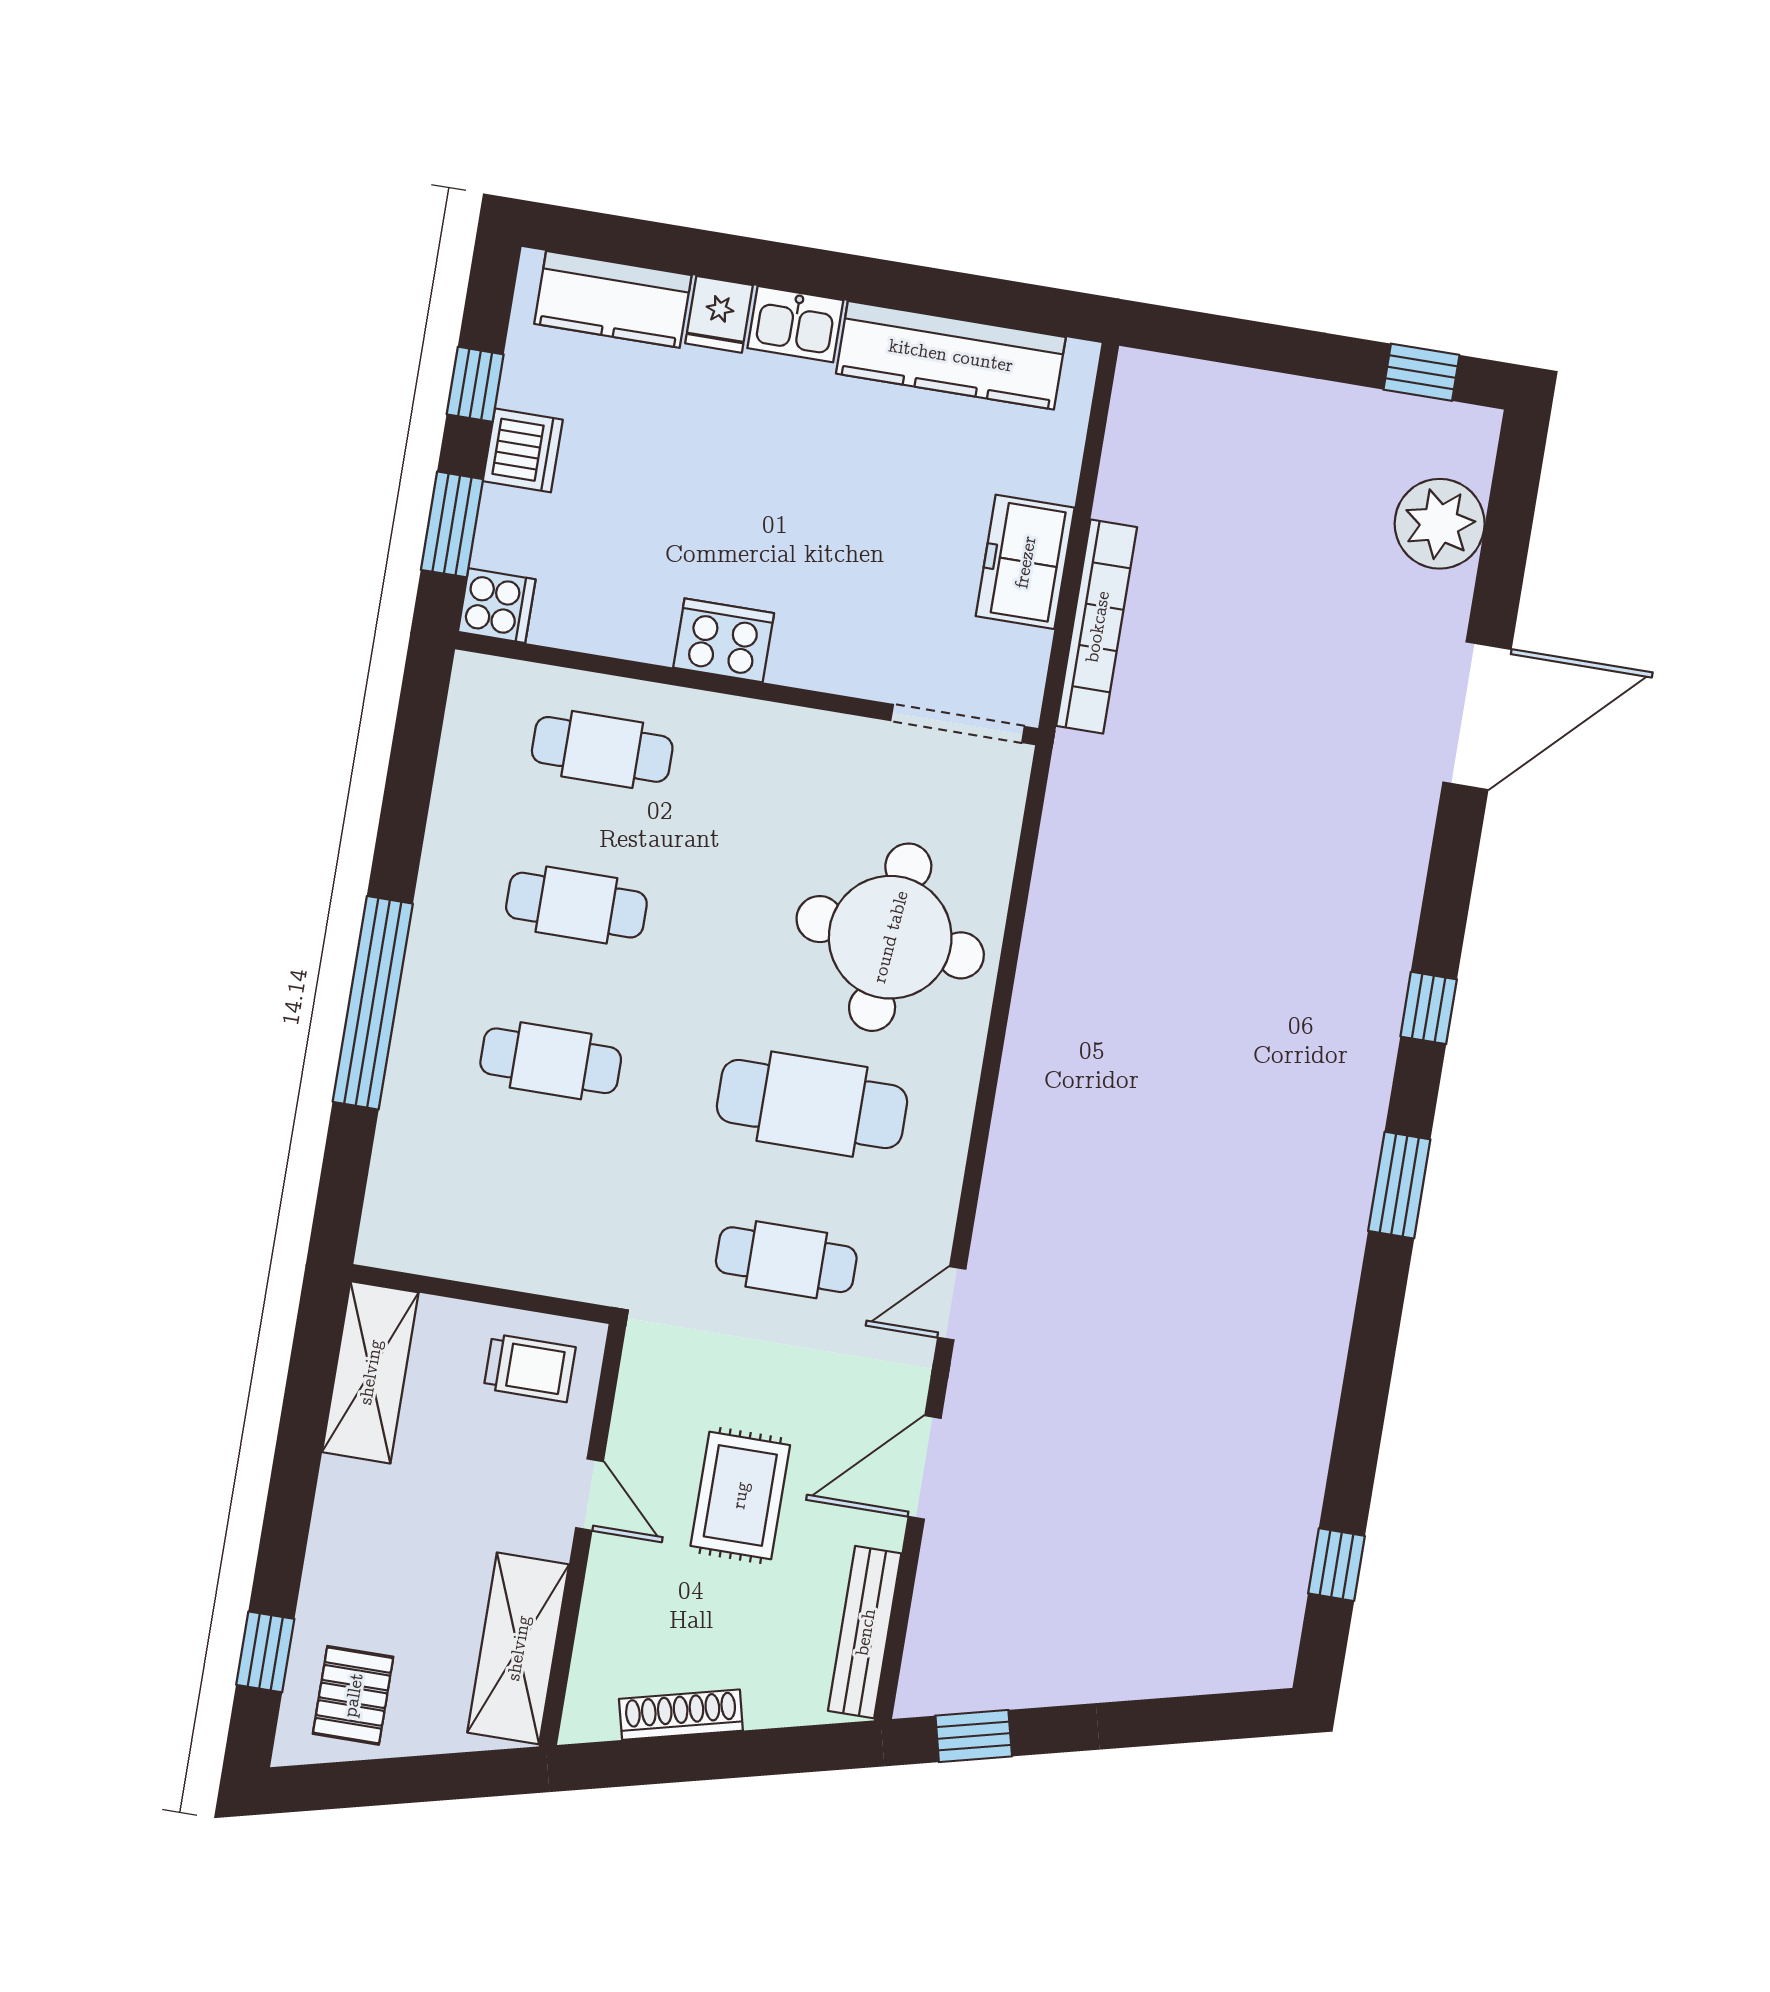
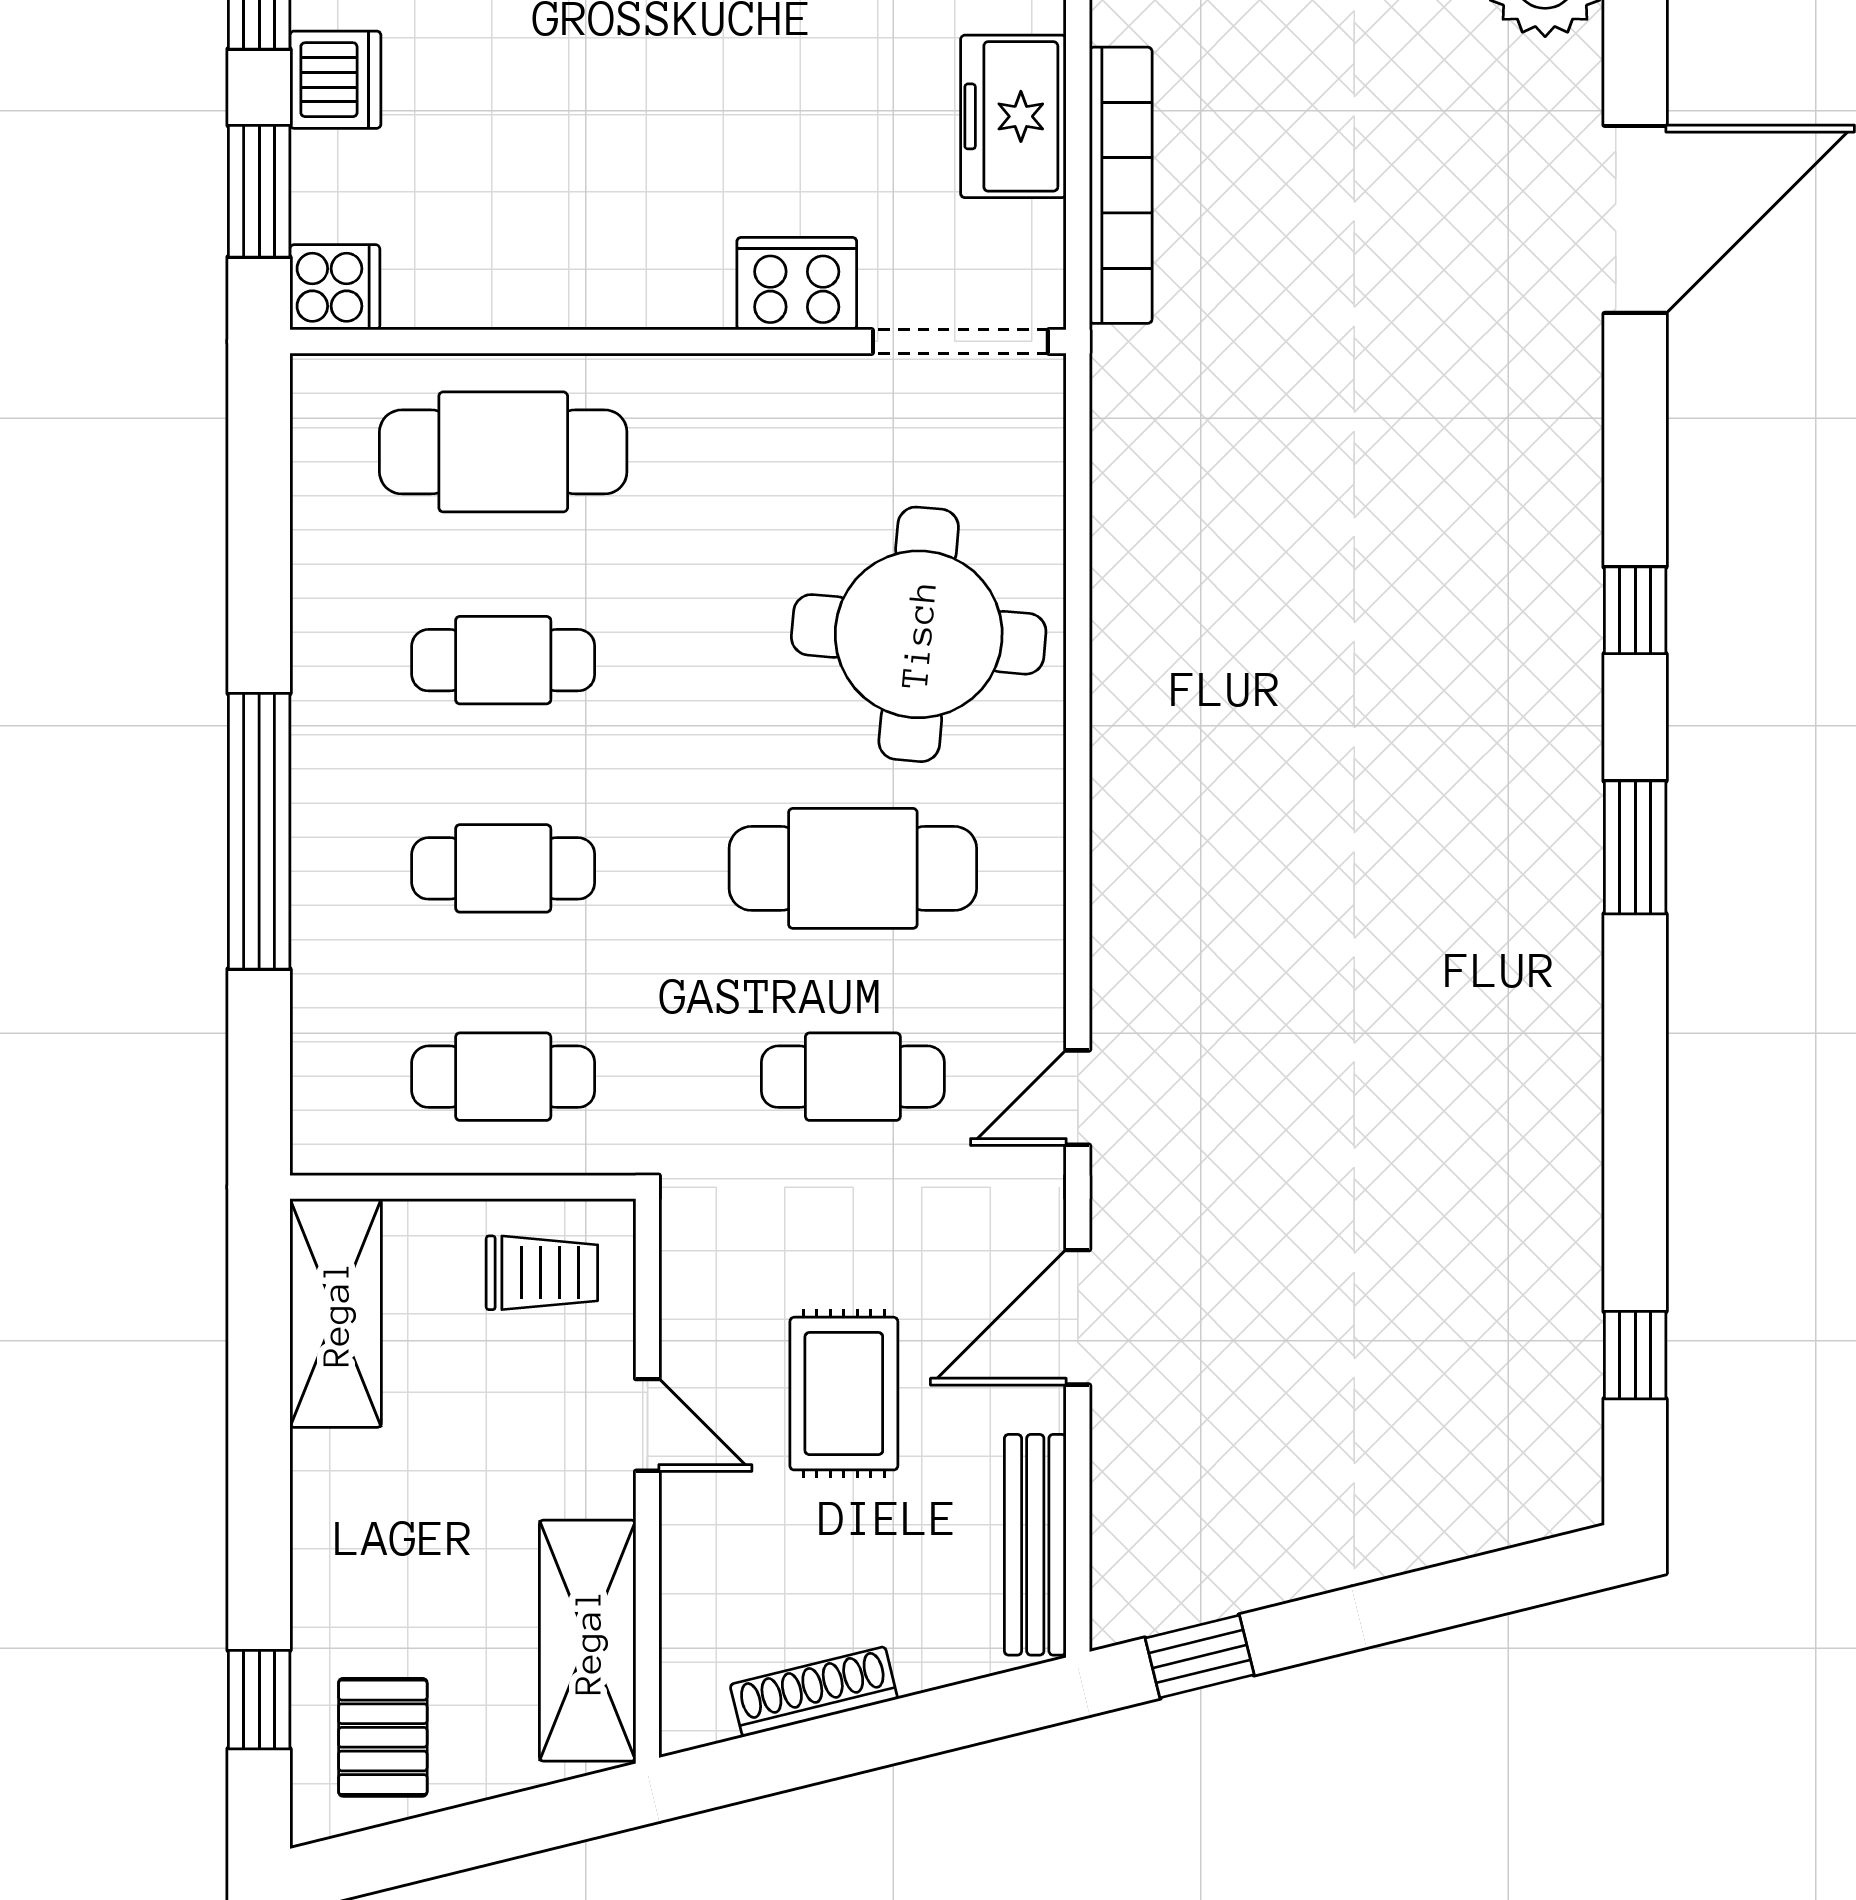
cooker: (724, 640) -> (797, 284), moved
cafe table: (602, 749) -> (503, 452), width x1.37, depth x1.35
cafe table: (525, 1216) -> (503, 1077), added

